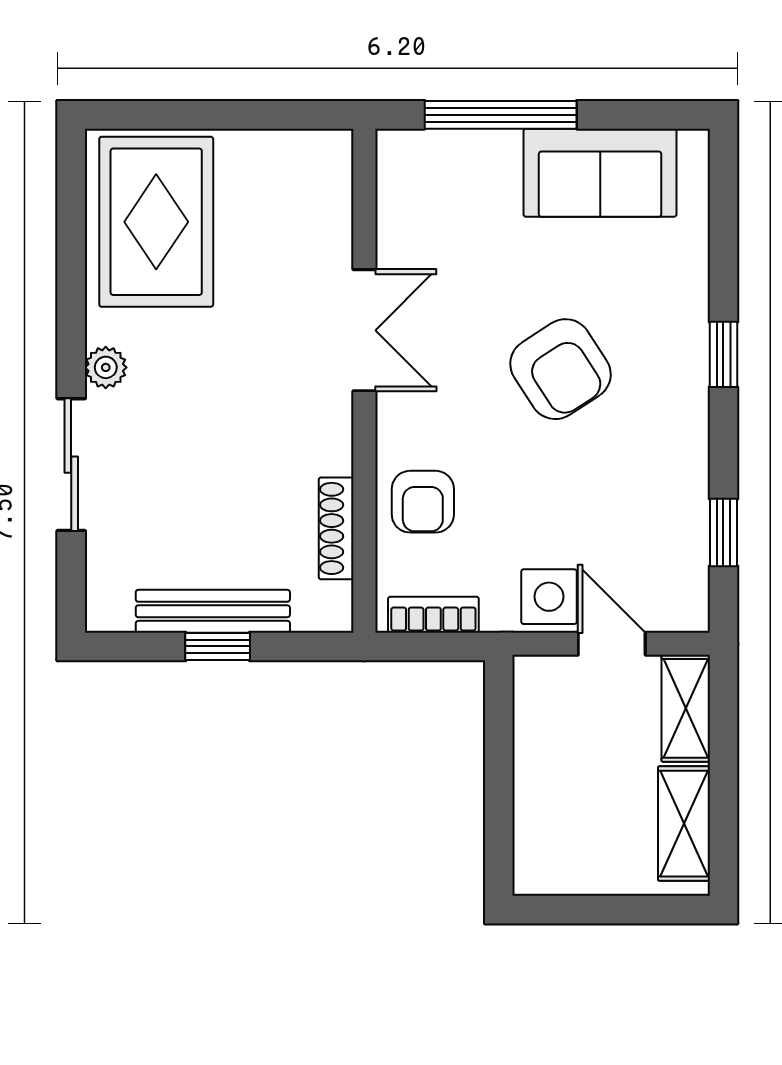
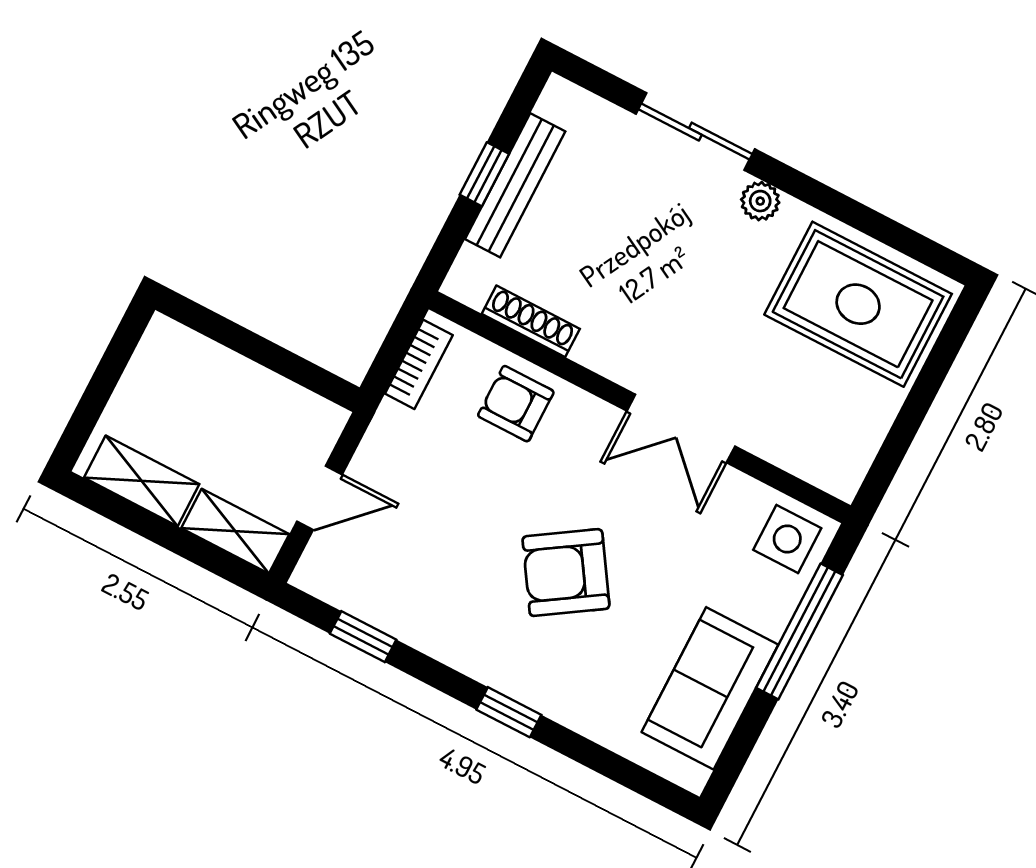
side table: (549, 597) -> (787, 539), moved

